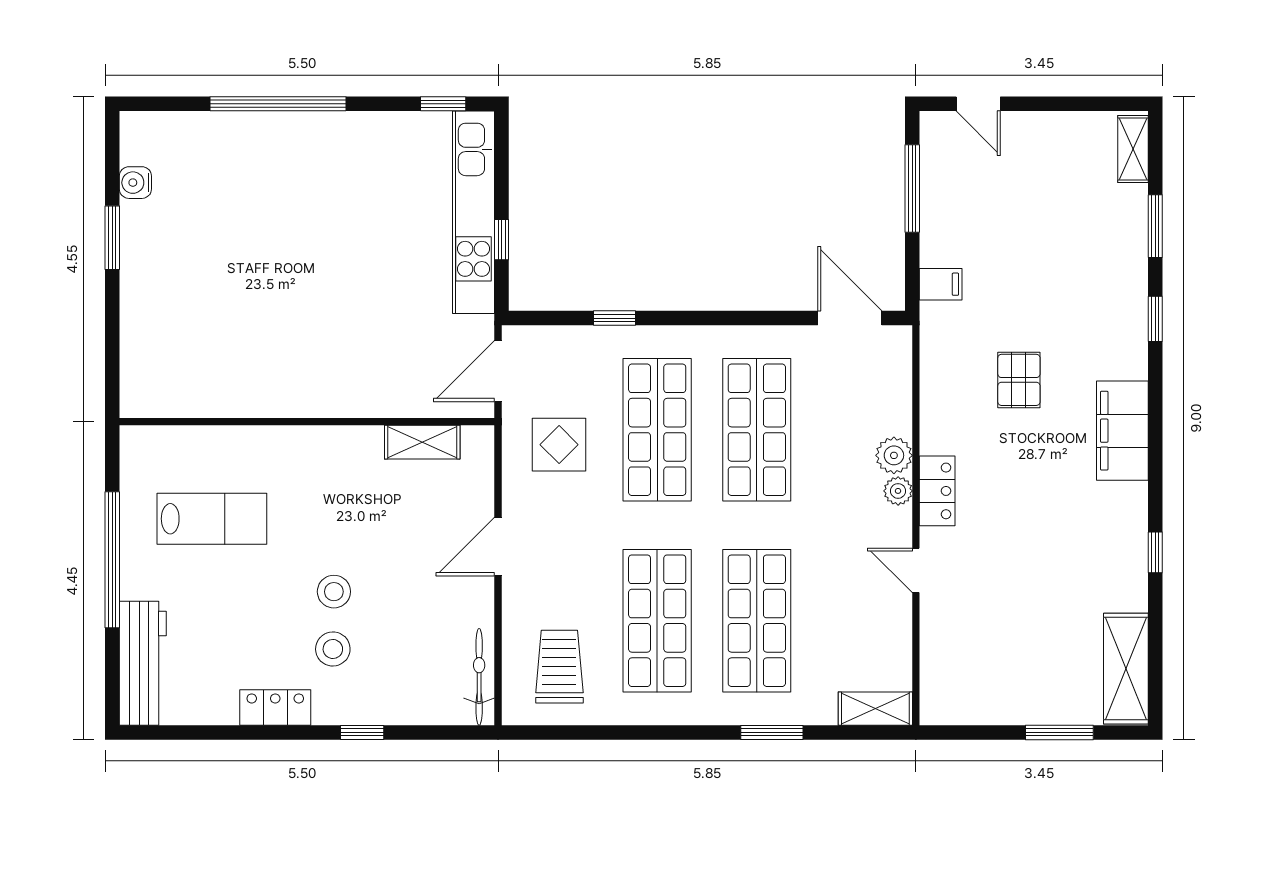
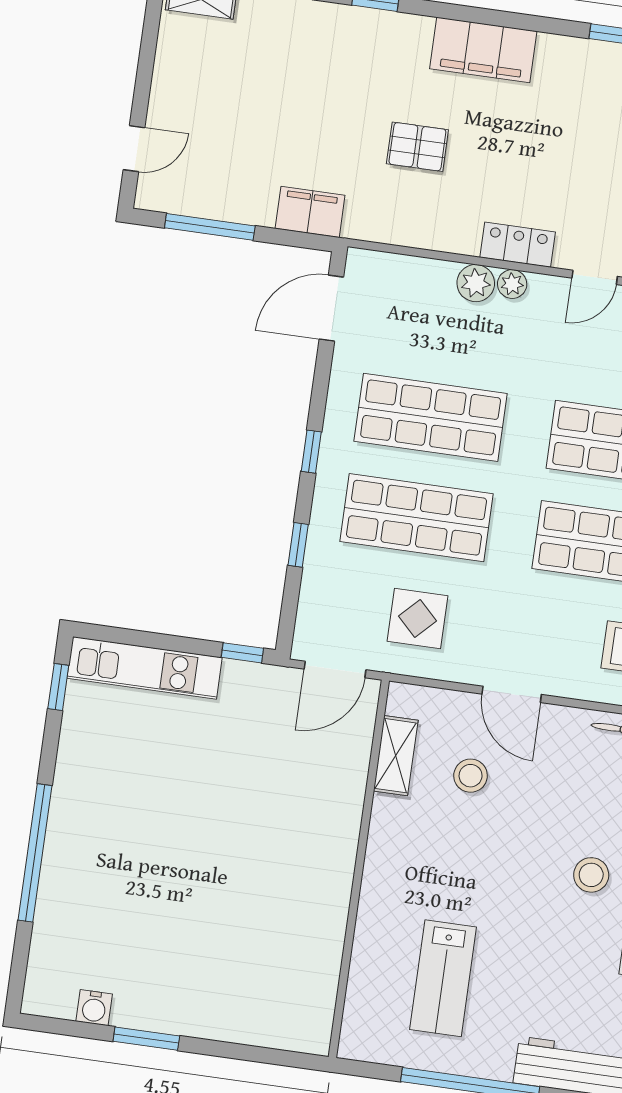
kitchen unit: (474, 212) -> (145, 668), width x0.73
window: (502, 240) -> (242, 653), moved
filing cabinet: (941, 284) -> (310, 212), width x2.00
window: (707, 318) -> (311, 452), added
door: (498, 371) -> (335, 669), hinge flipped
lab bench: (212, 519) -> (443, 978), turned 180
stool: (334, 592) -> (471, 776), moved

